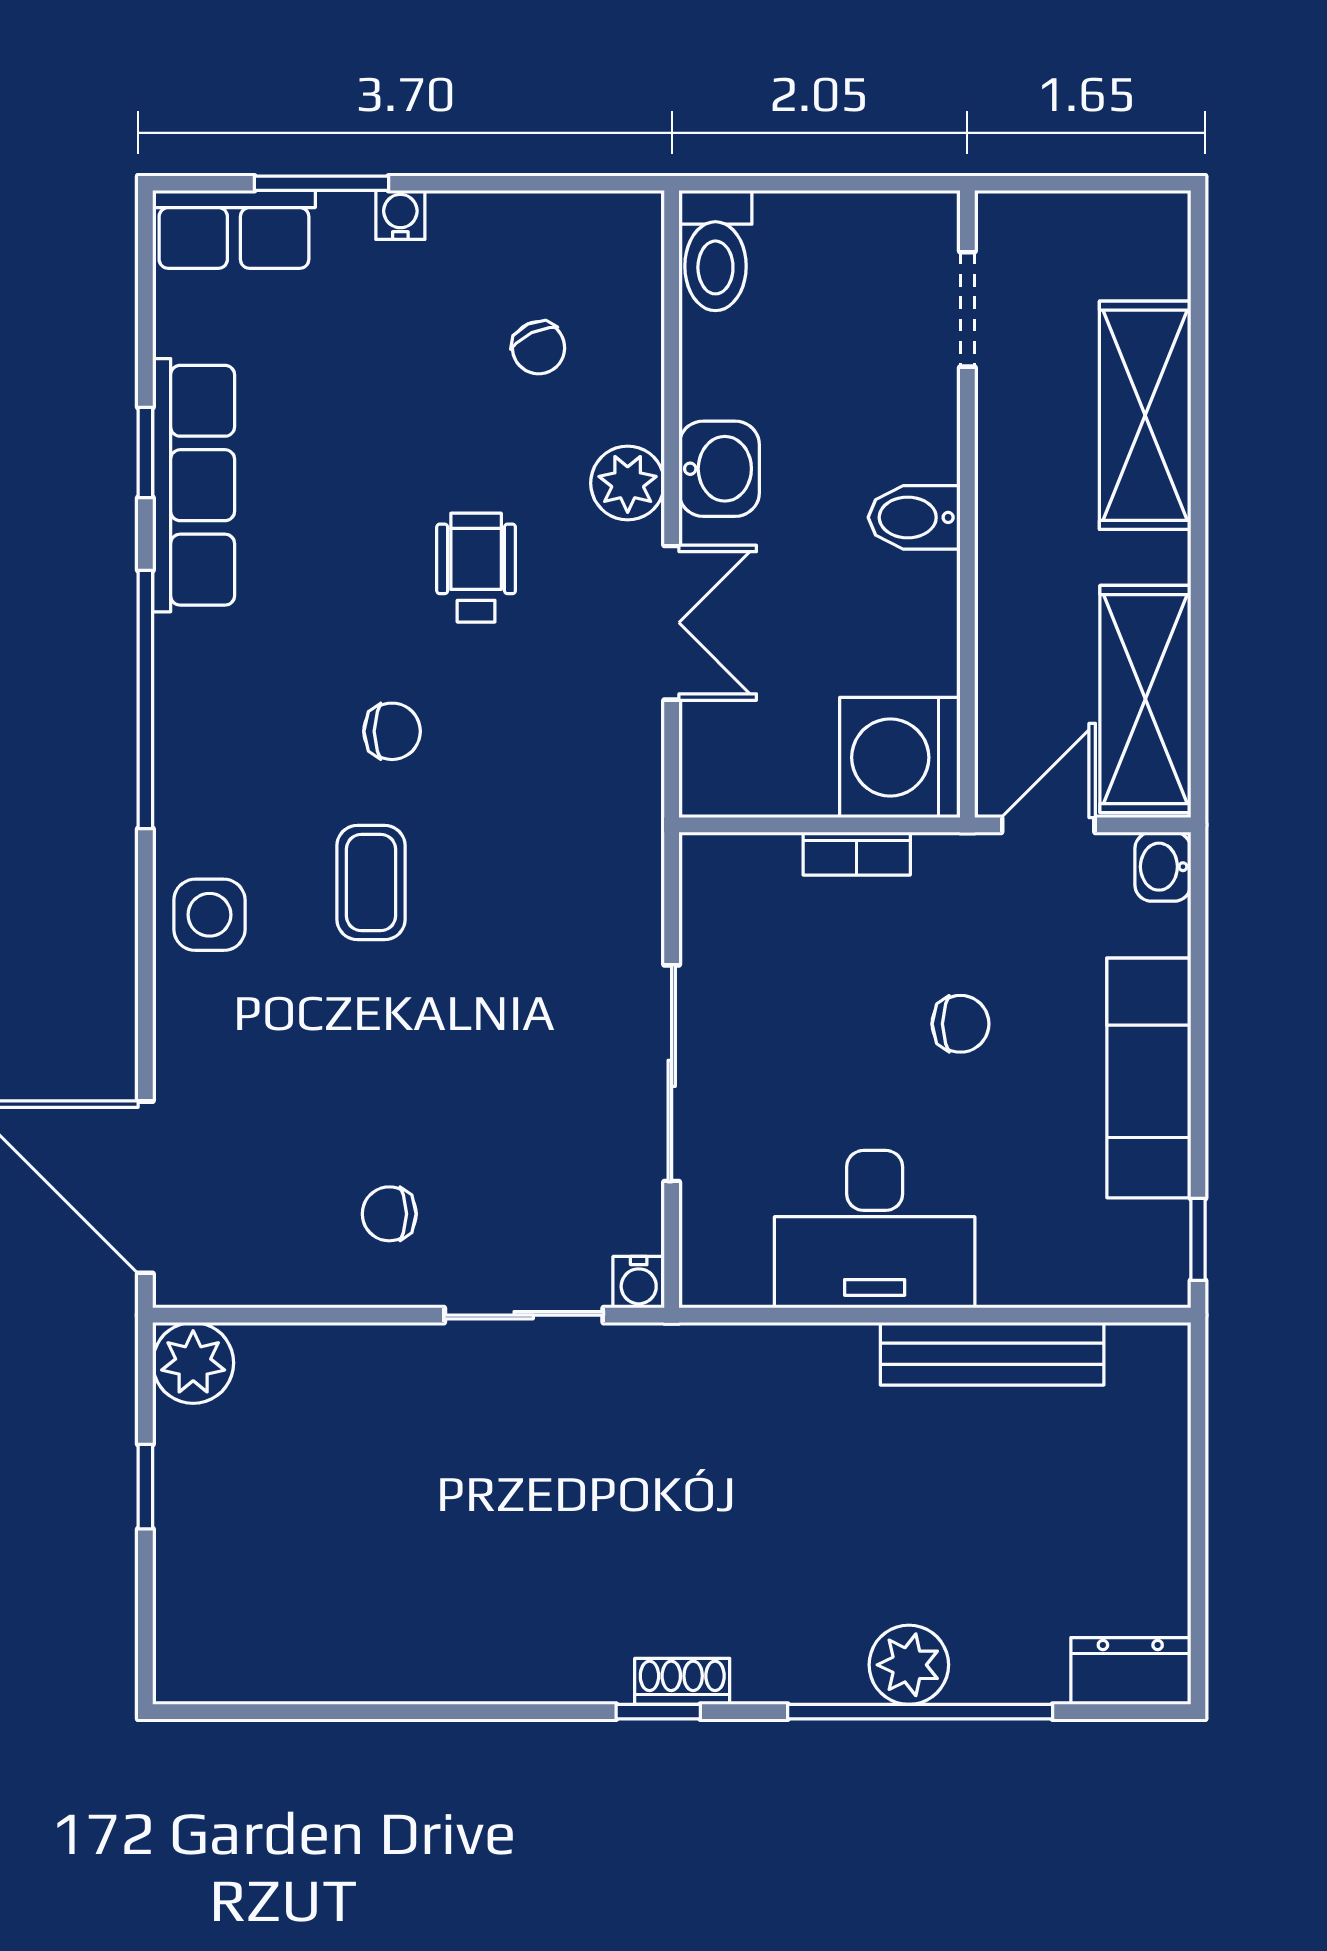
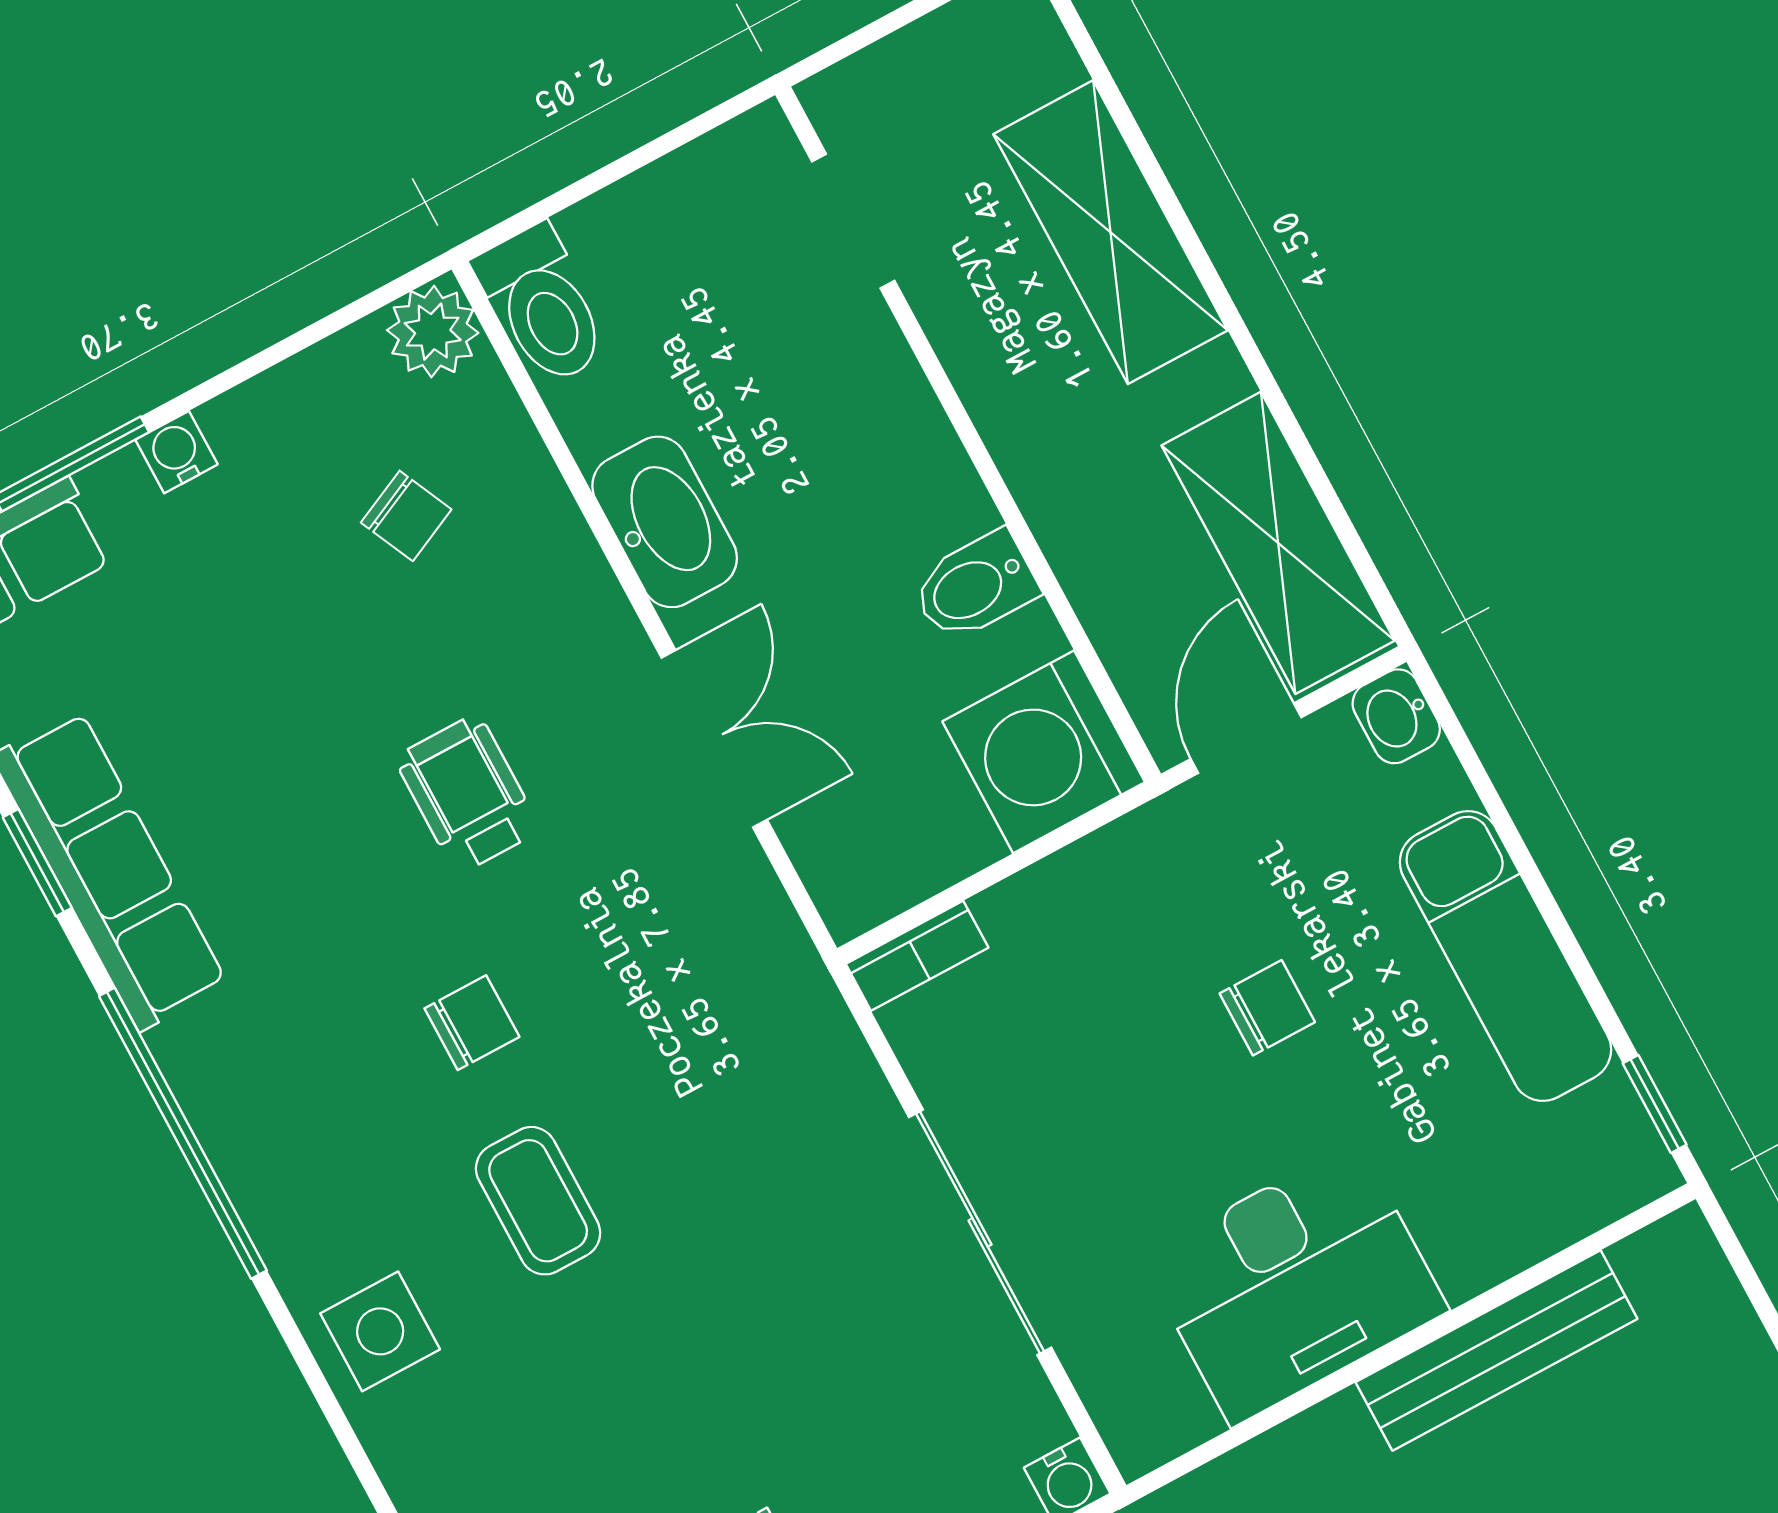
washbasin: (719, 469) -> (665, 522), width x1.38
plant: (628, 483) -> (433, 332), moved
bidet: (914, 517) -> (975, 586), moved
bookcase: (857, 854) -> (917, 956), moved

